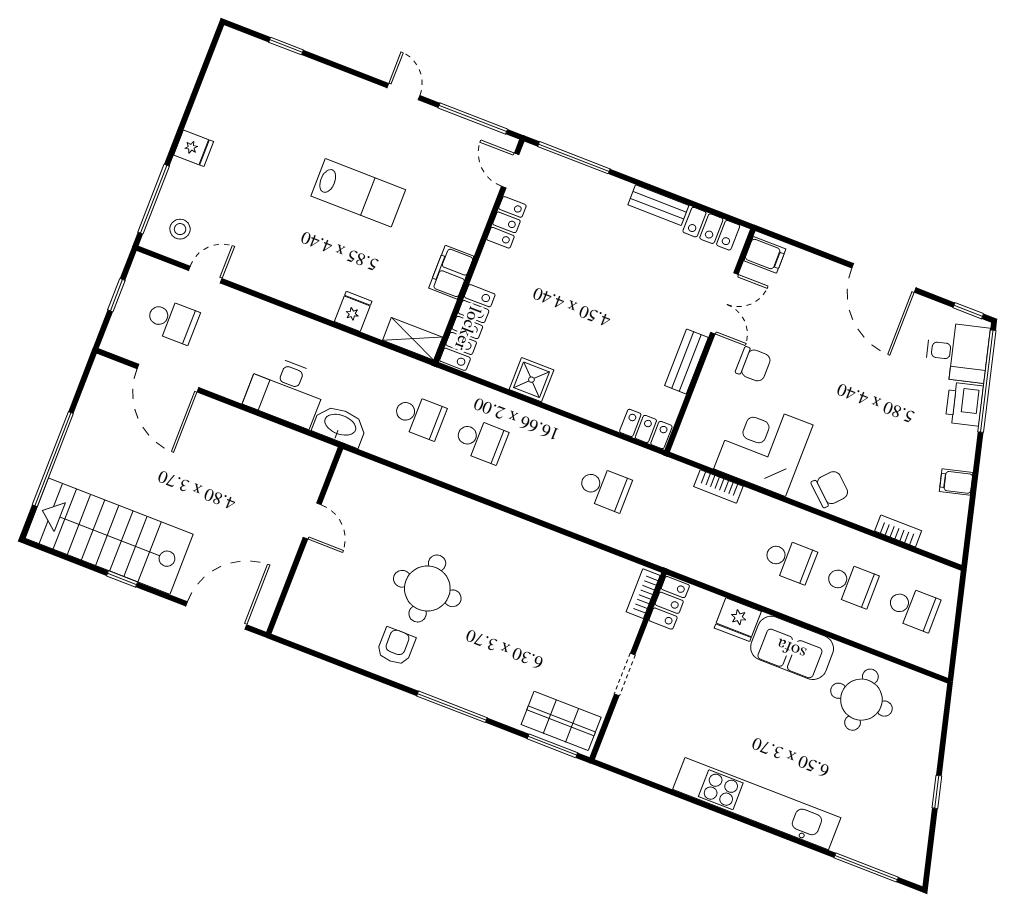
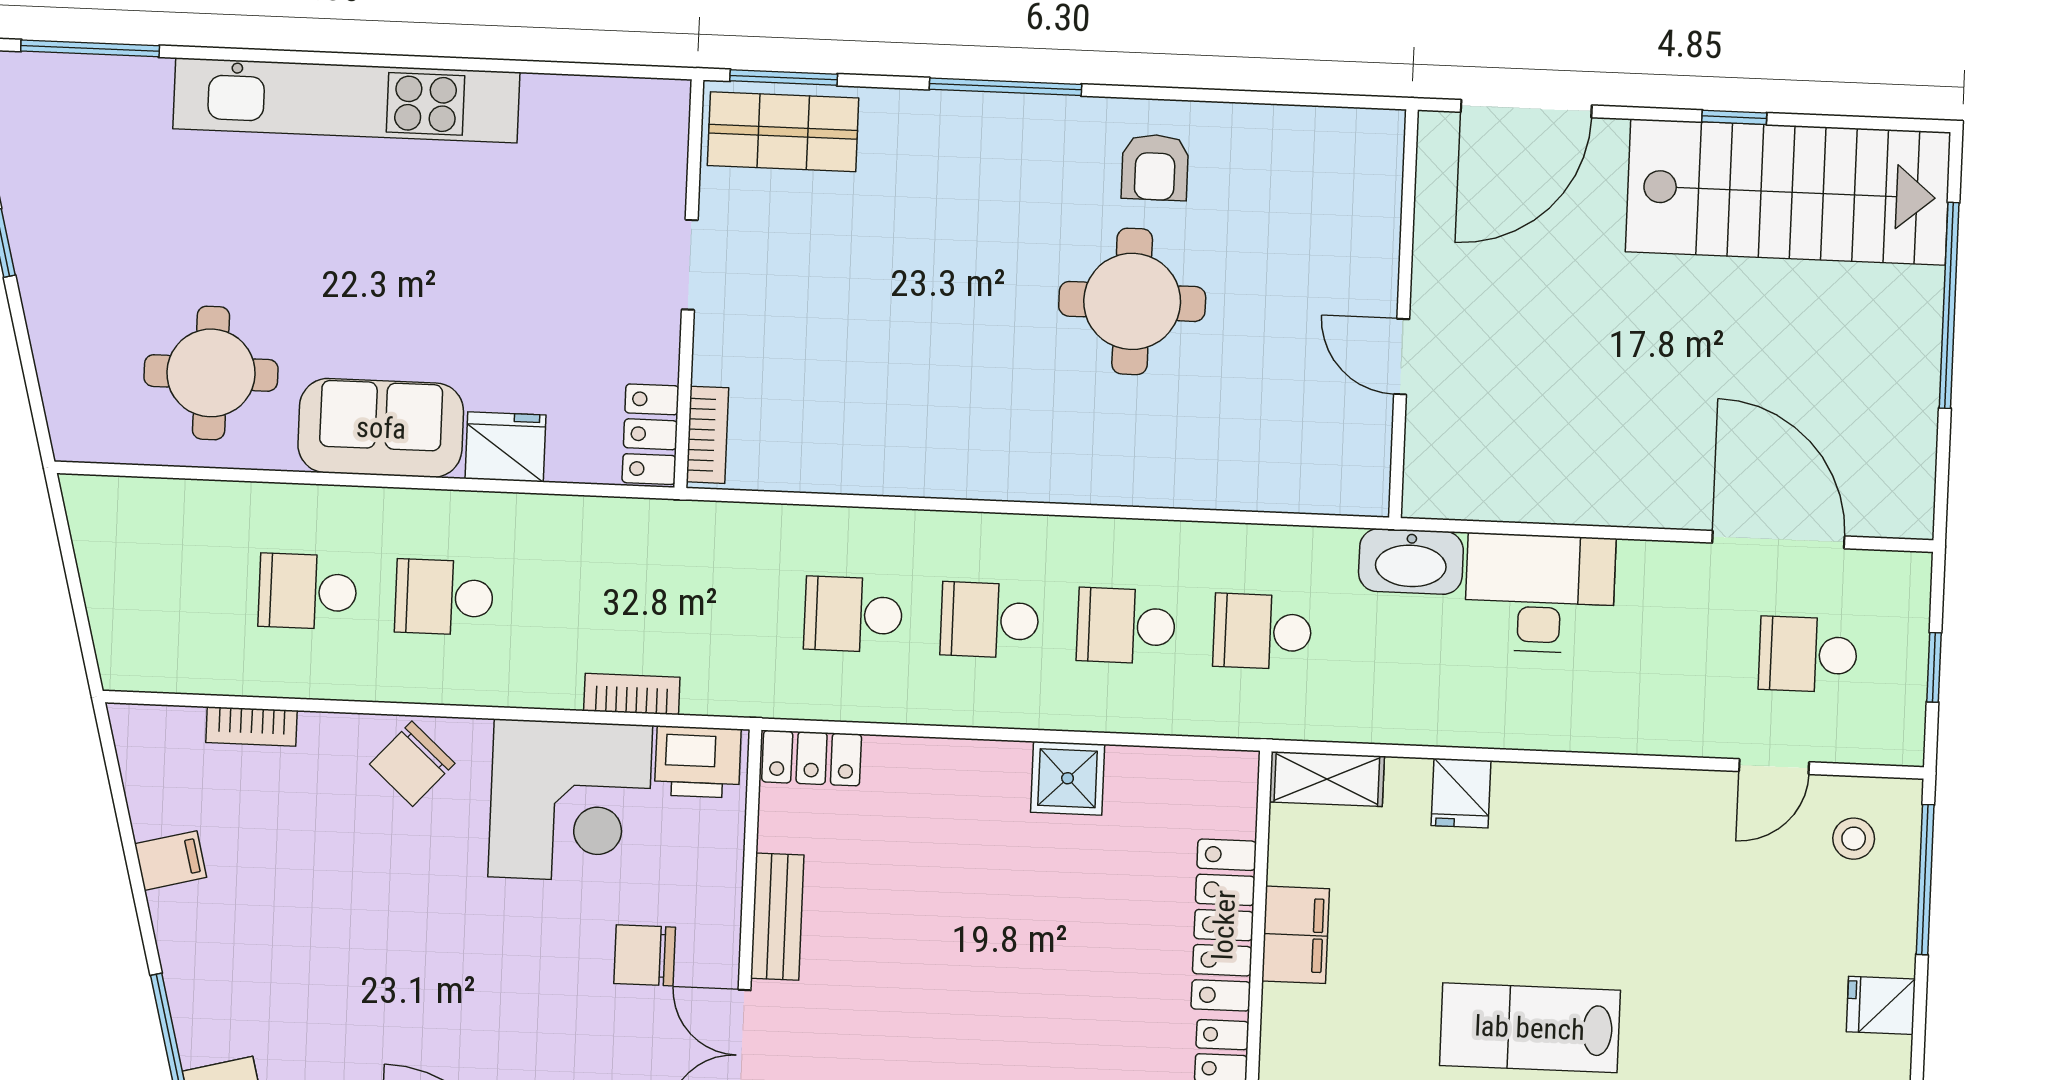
locker: (467, 328) -> (1224, 925), moved
printer: (964, 404) -> (698, 762), moved, turned 104
school desk: (913, 608) -> (990, 620), moved

